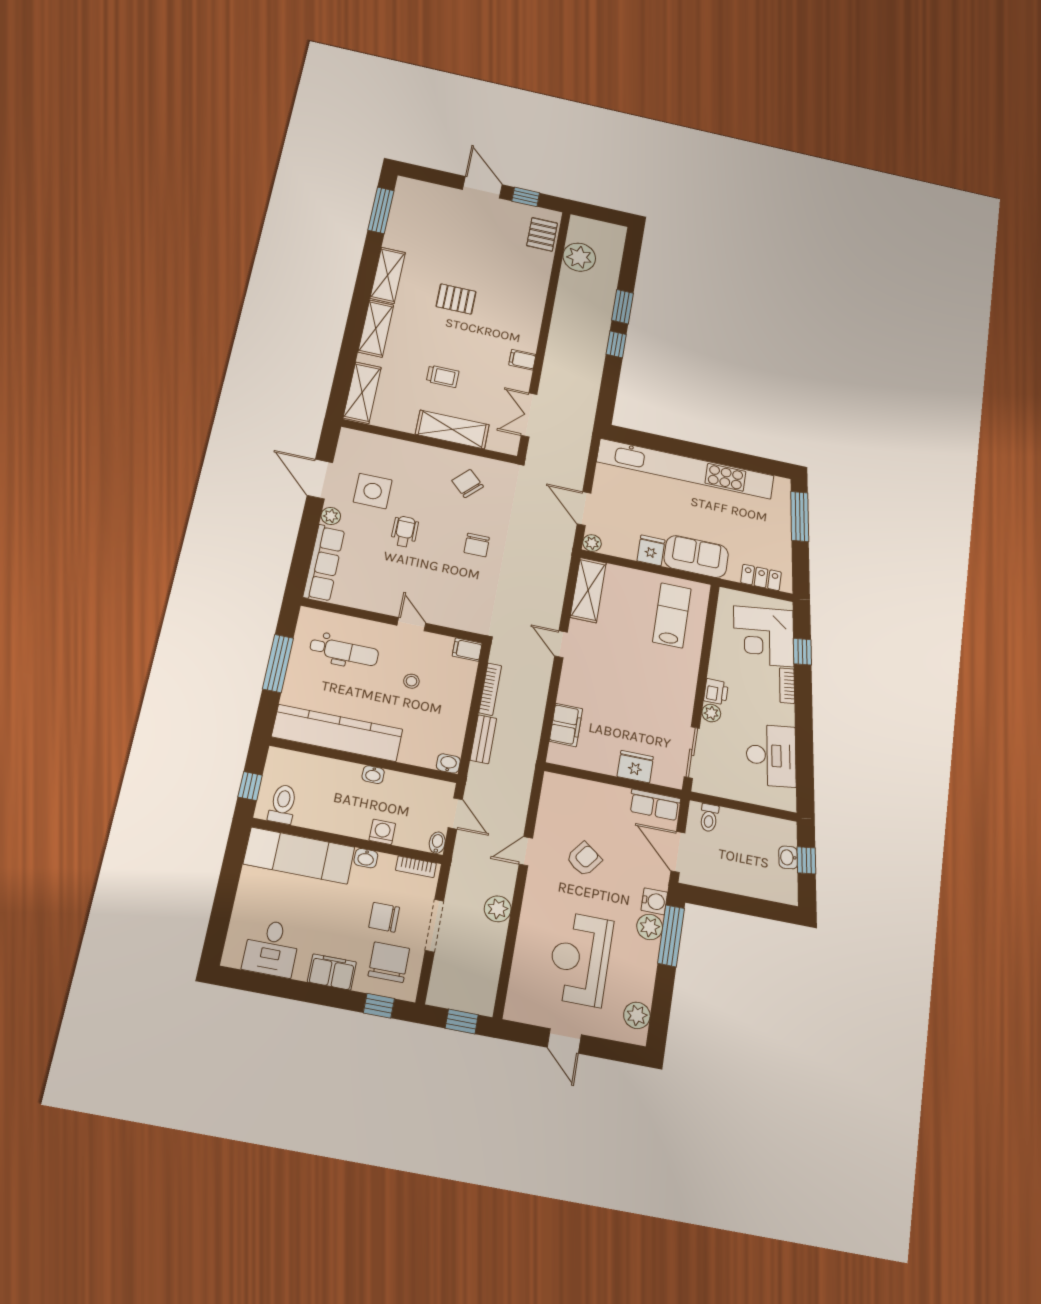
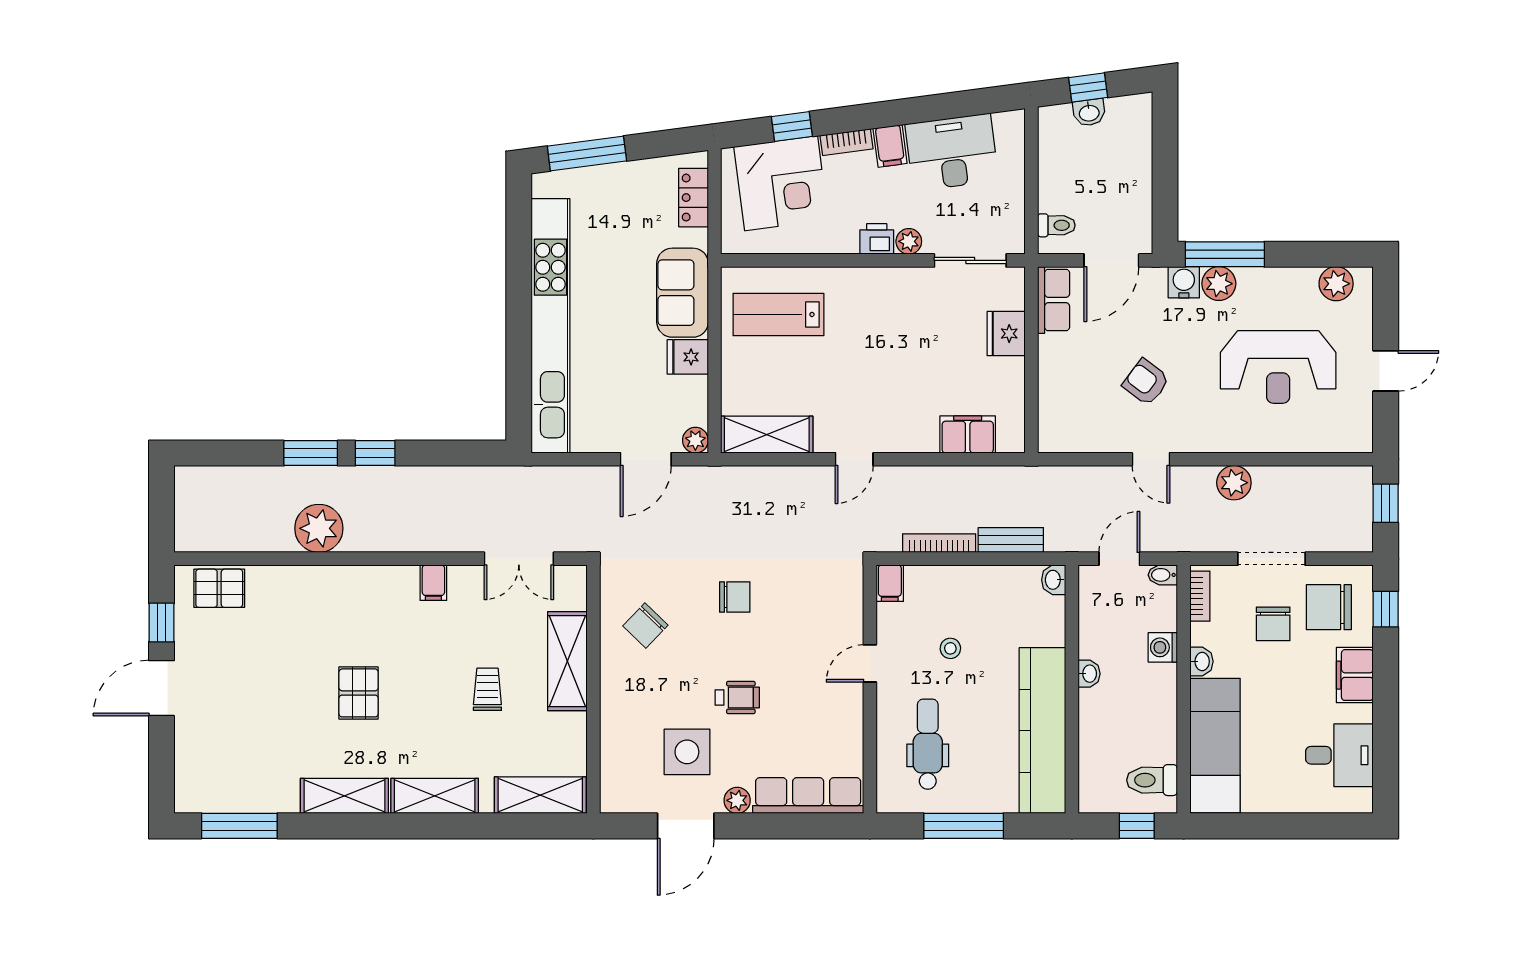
plant: (579, 257) -> (319, 528), moved
wheelchair: (405, 532) -> (737, 698), turned 180
filing cabinet: (781, 714) -> (890, 146), added

